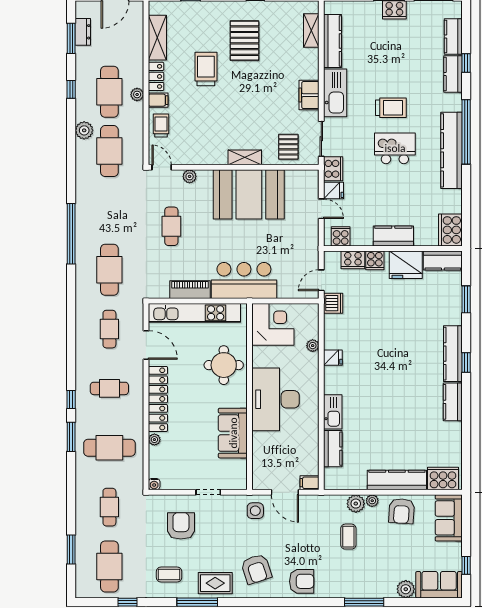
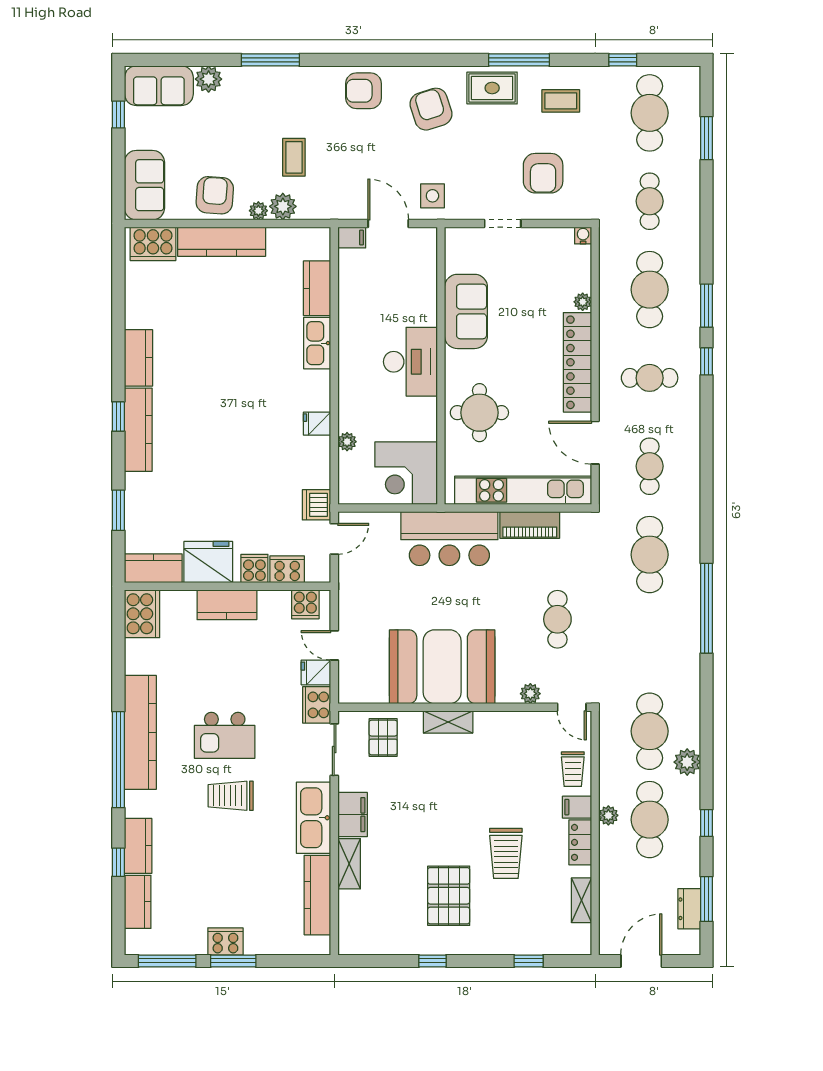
shelving: (311, 30) -> (349, 864), moved
shelving: (157, 38) -> (581, 900), width x0.67, depth x0.75
desk: (276, 399) -> (410, 362), width x0.73, depth x0.77
cafe table: (109, 448) -> (650, 290), turned 90

